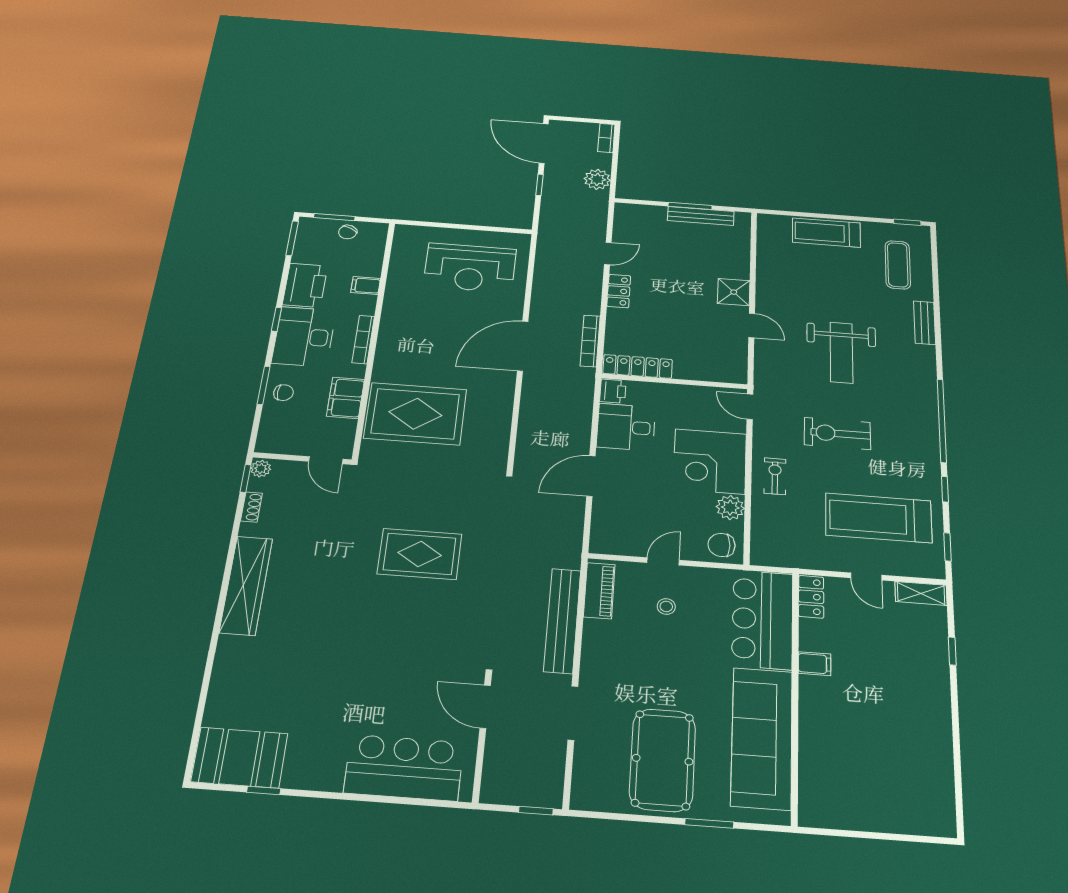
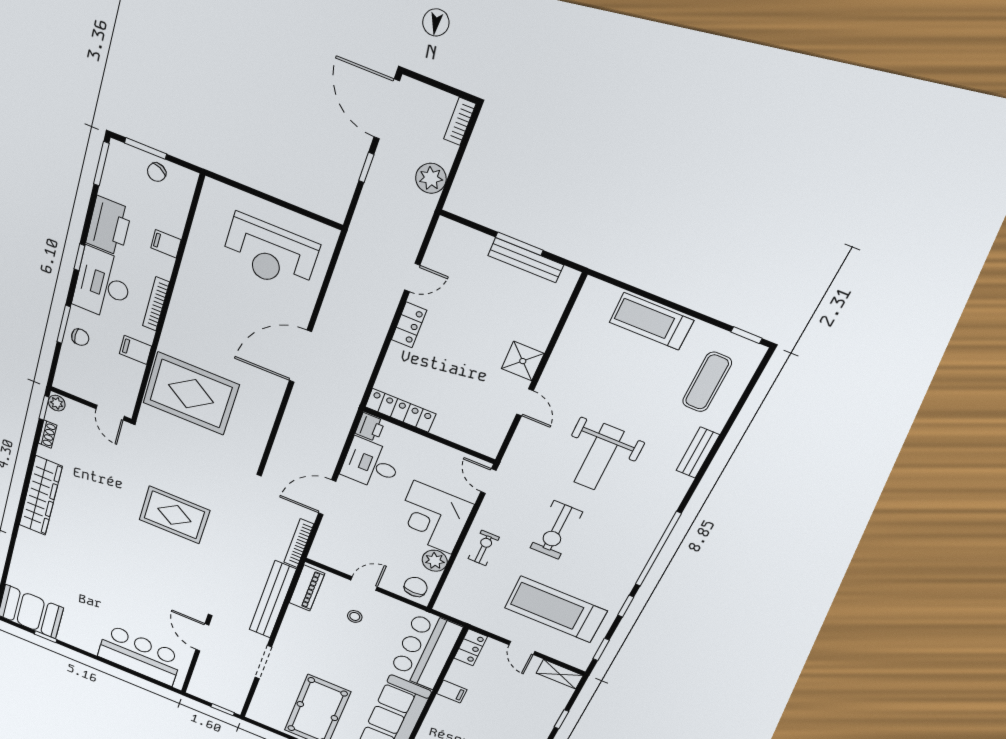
bookcase: (590, 341) -> (299, 543), moved
filing cabinet: (346, 398) -> (136, 350), width x0.50
exercise bike: (837, 434) -> (556, 530), turned -90
chair: (722, 545) -> (416, 587), turned 90

